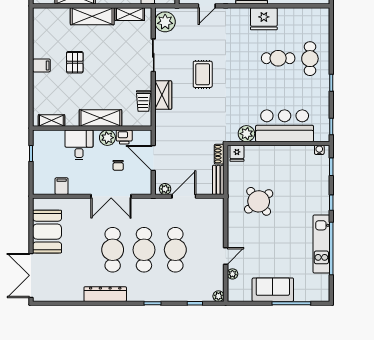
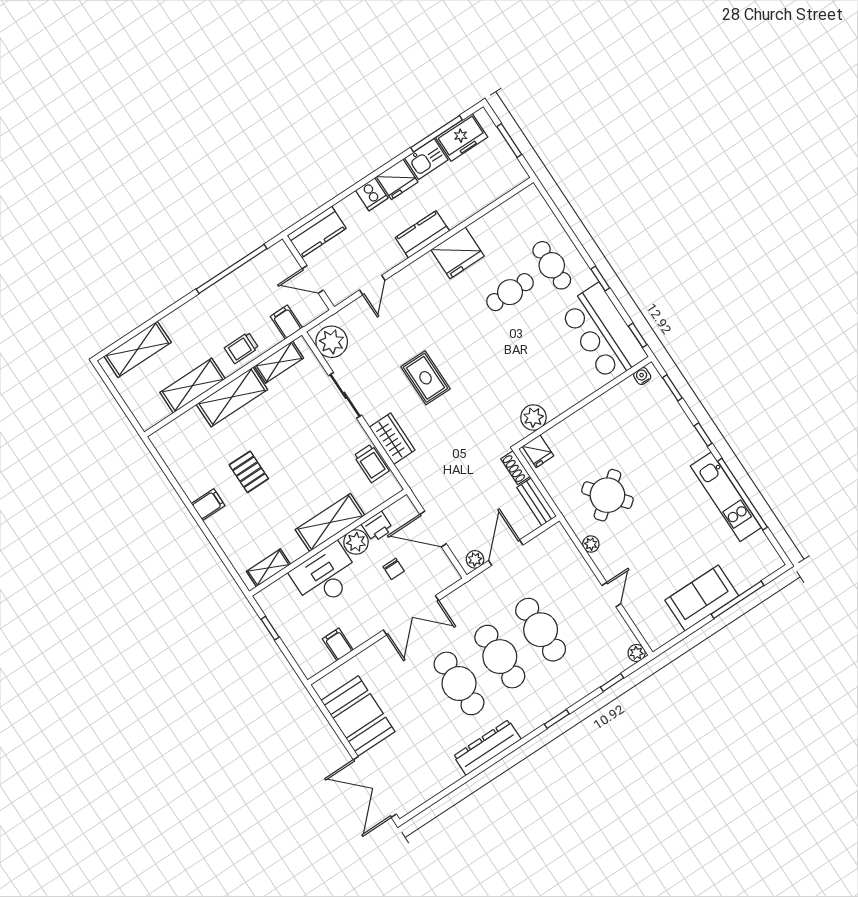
bar counter: (285, 126) -> (603, 333), moved, turned -90
desk: (79, 145) -> (325, 576), width x1.37
plant: (232, 274) -> (591, 544), moved

